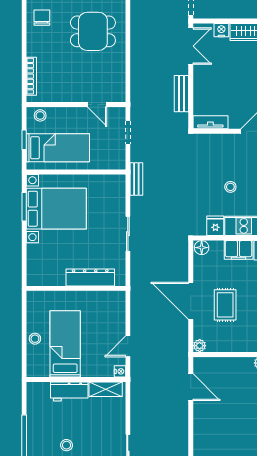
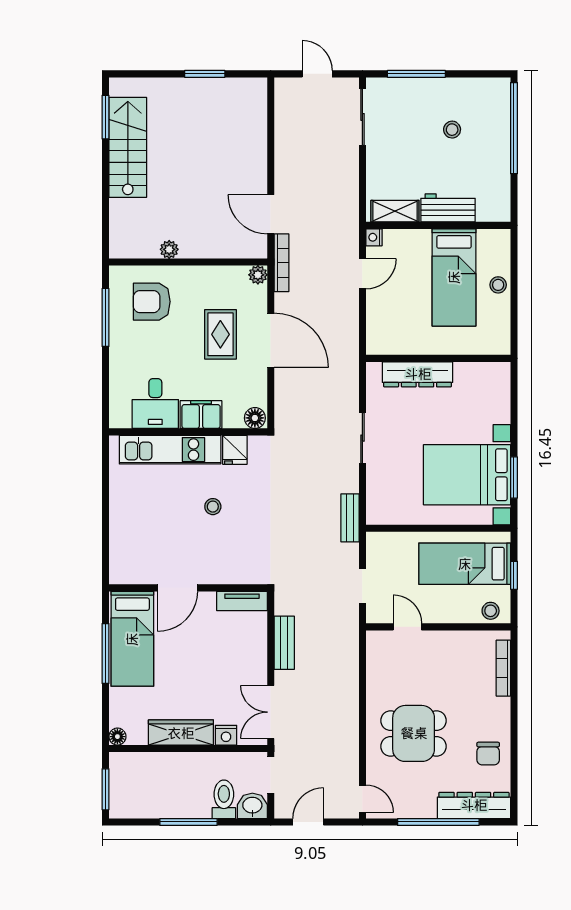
bookcase: (183, 354) -> (282, 263), added

